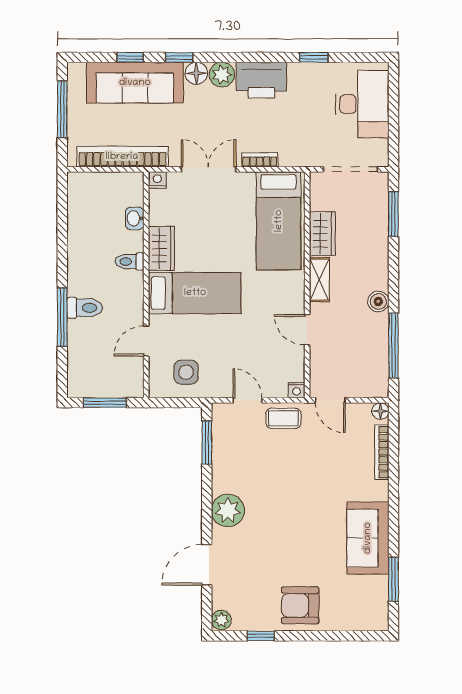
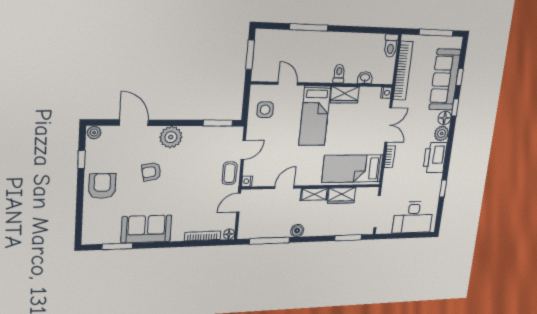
toilet: (85, 308) -> (391, 46), moved
armchair: (280, 536) -> (151, 172), added

